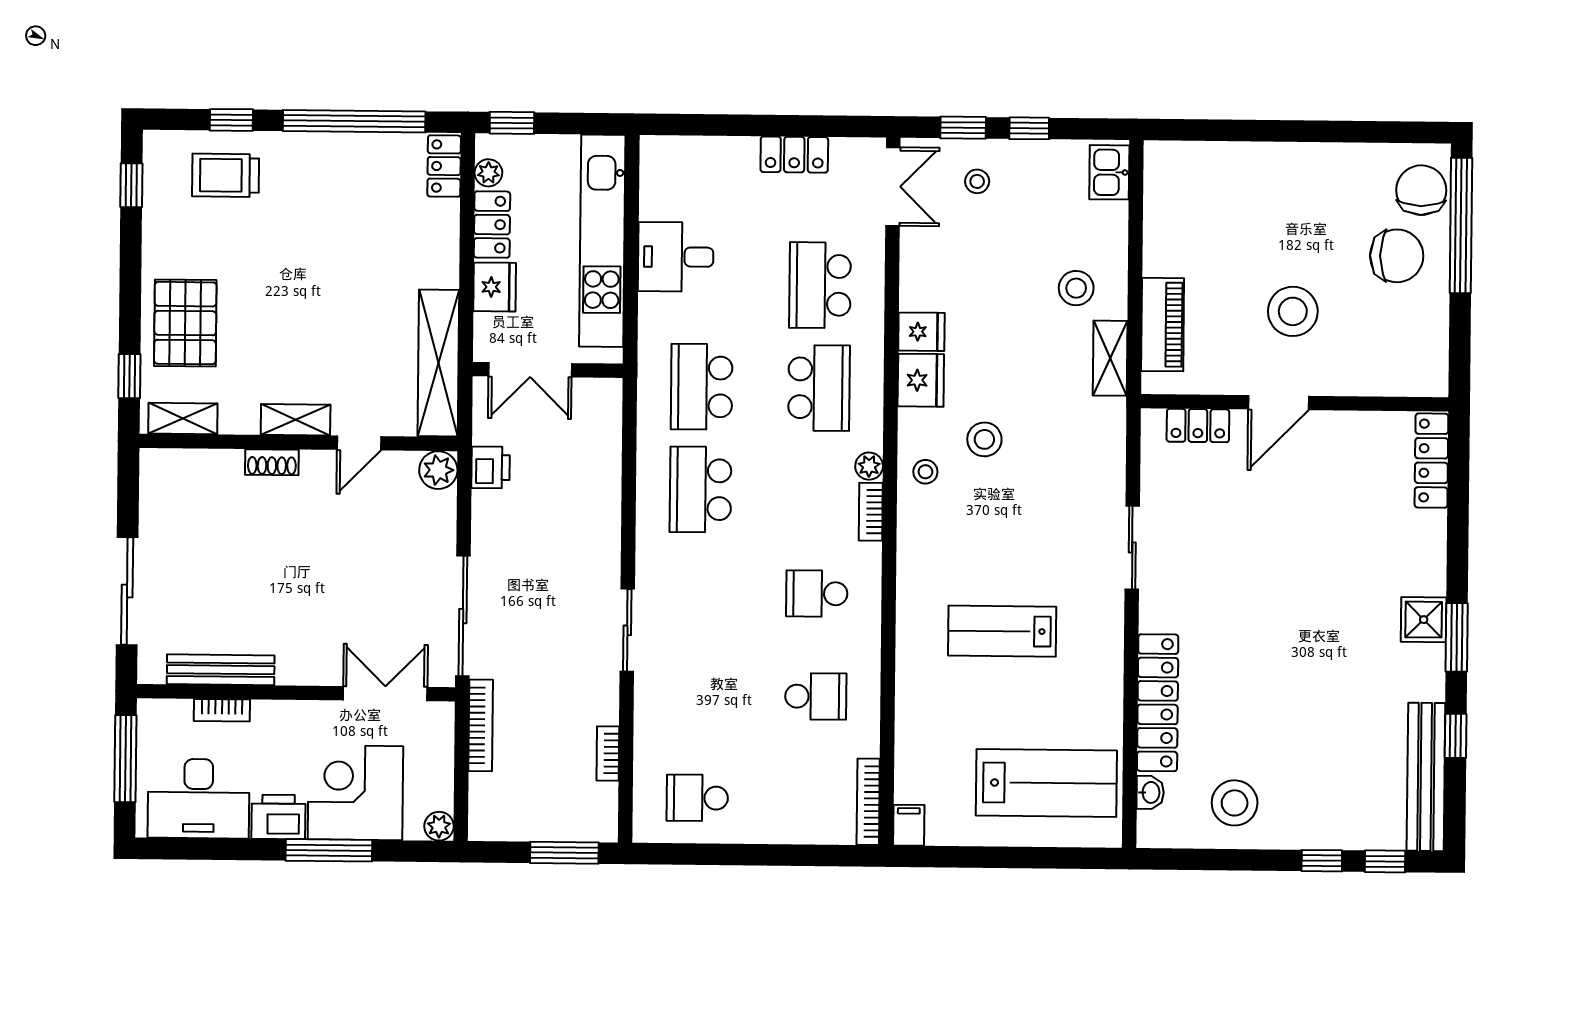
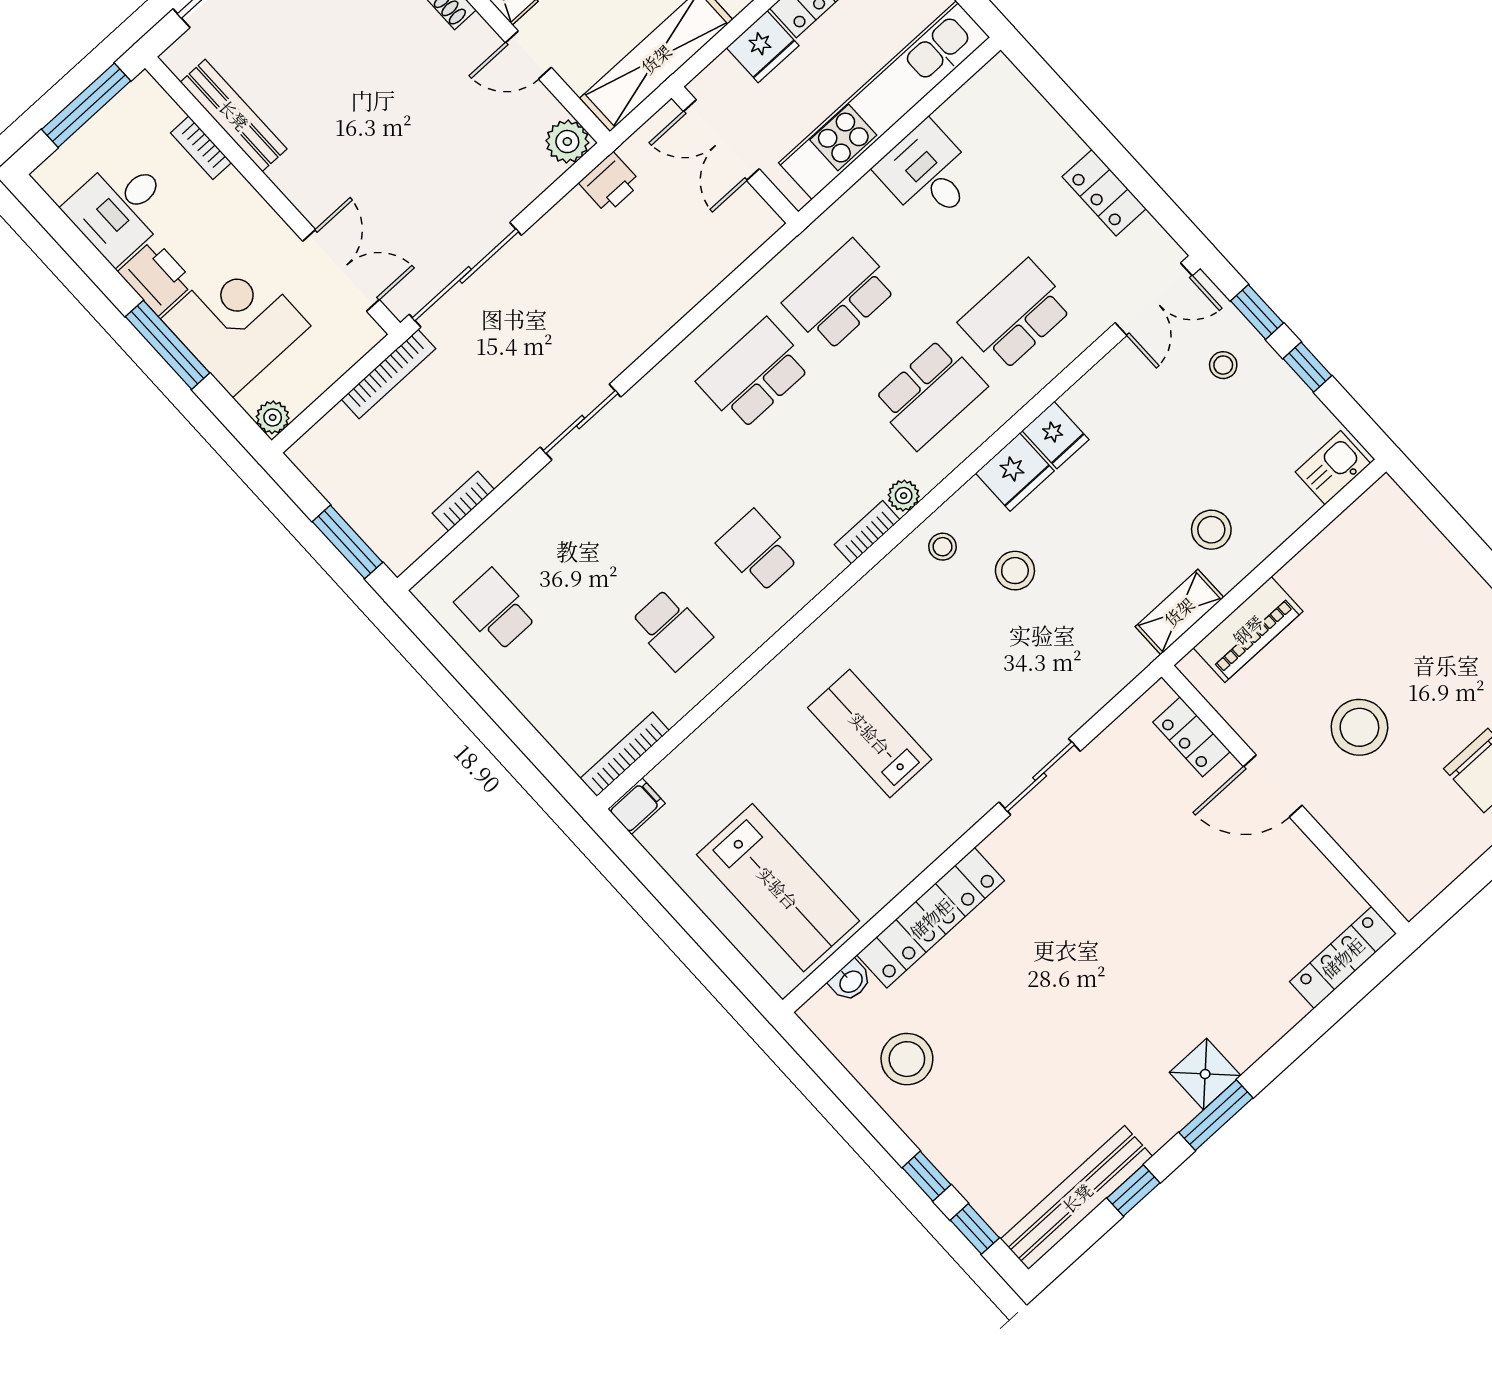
desk: (199, 799) -> (120, 208), width x0.73

